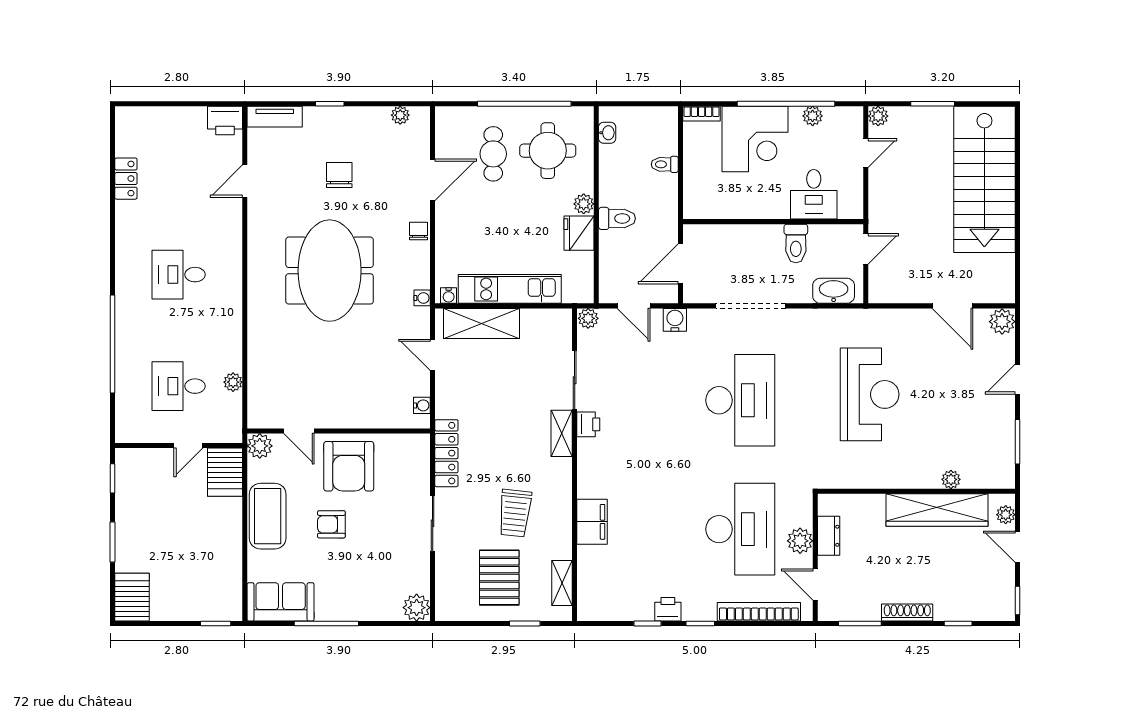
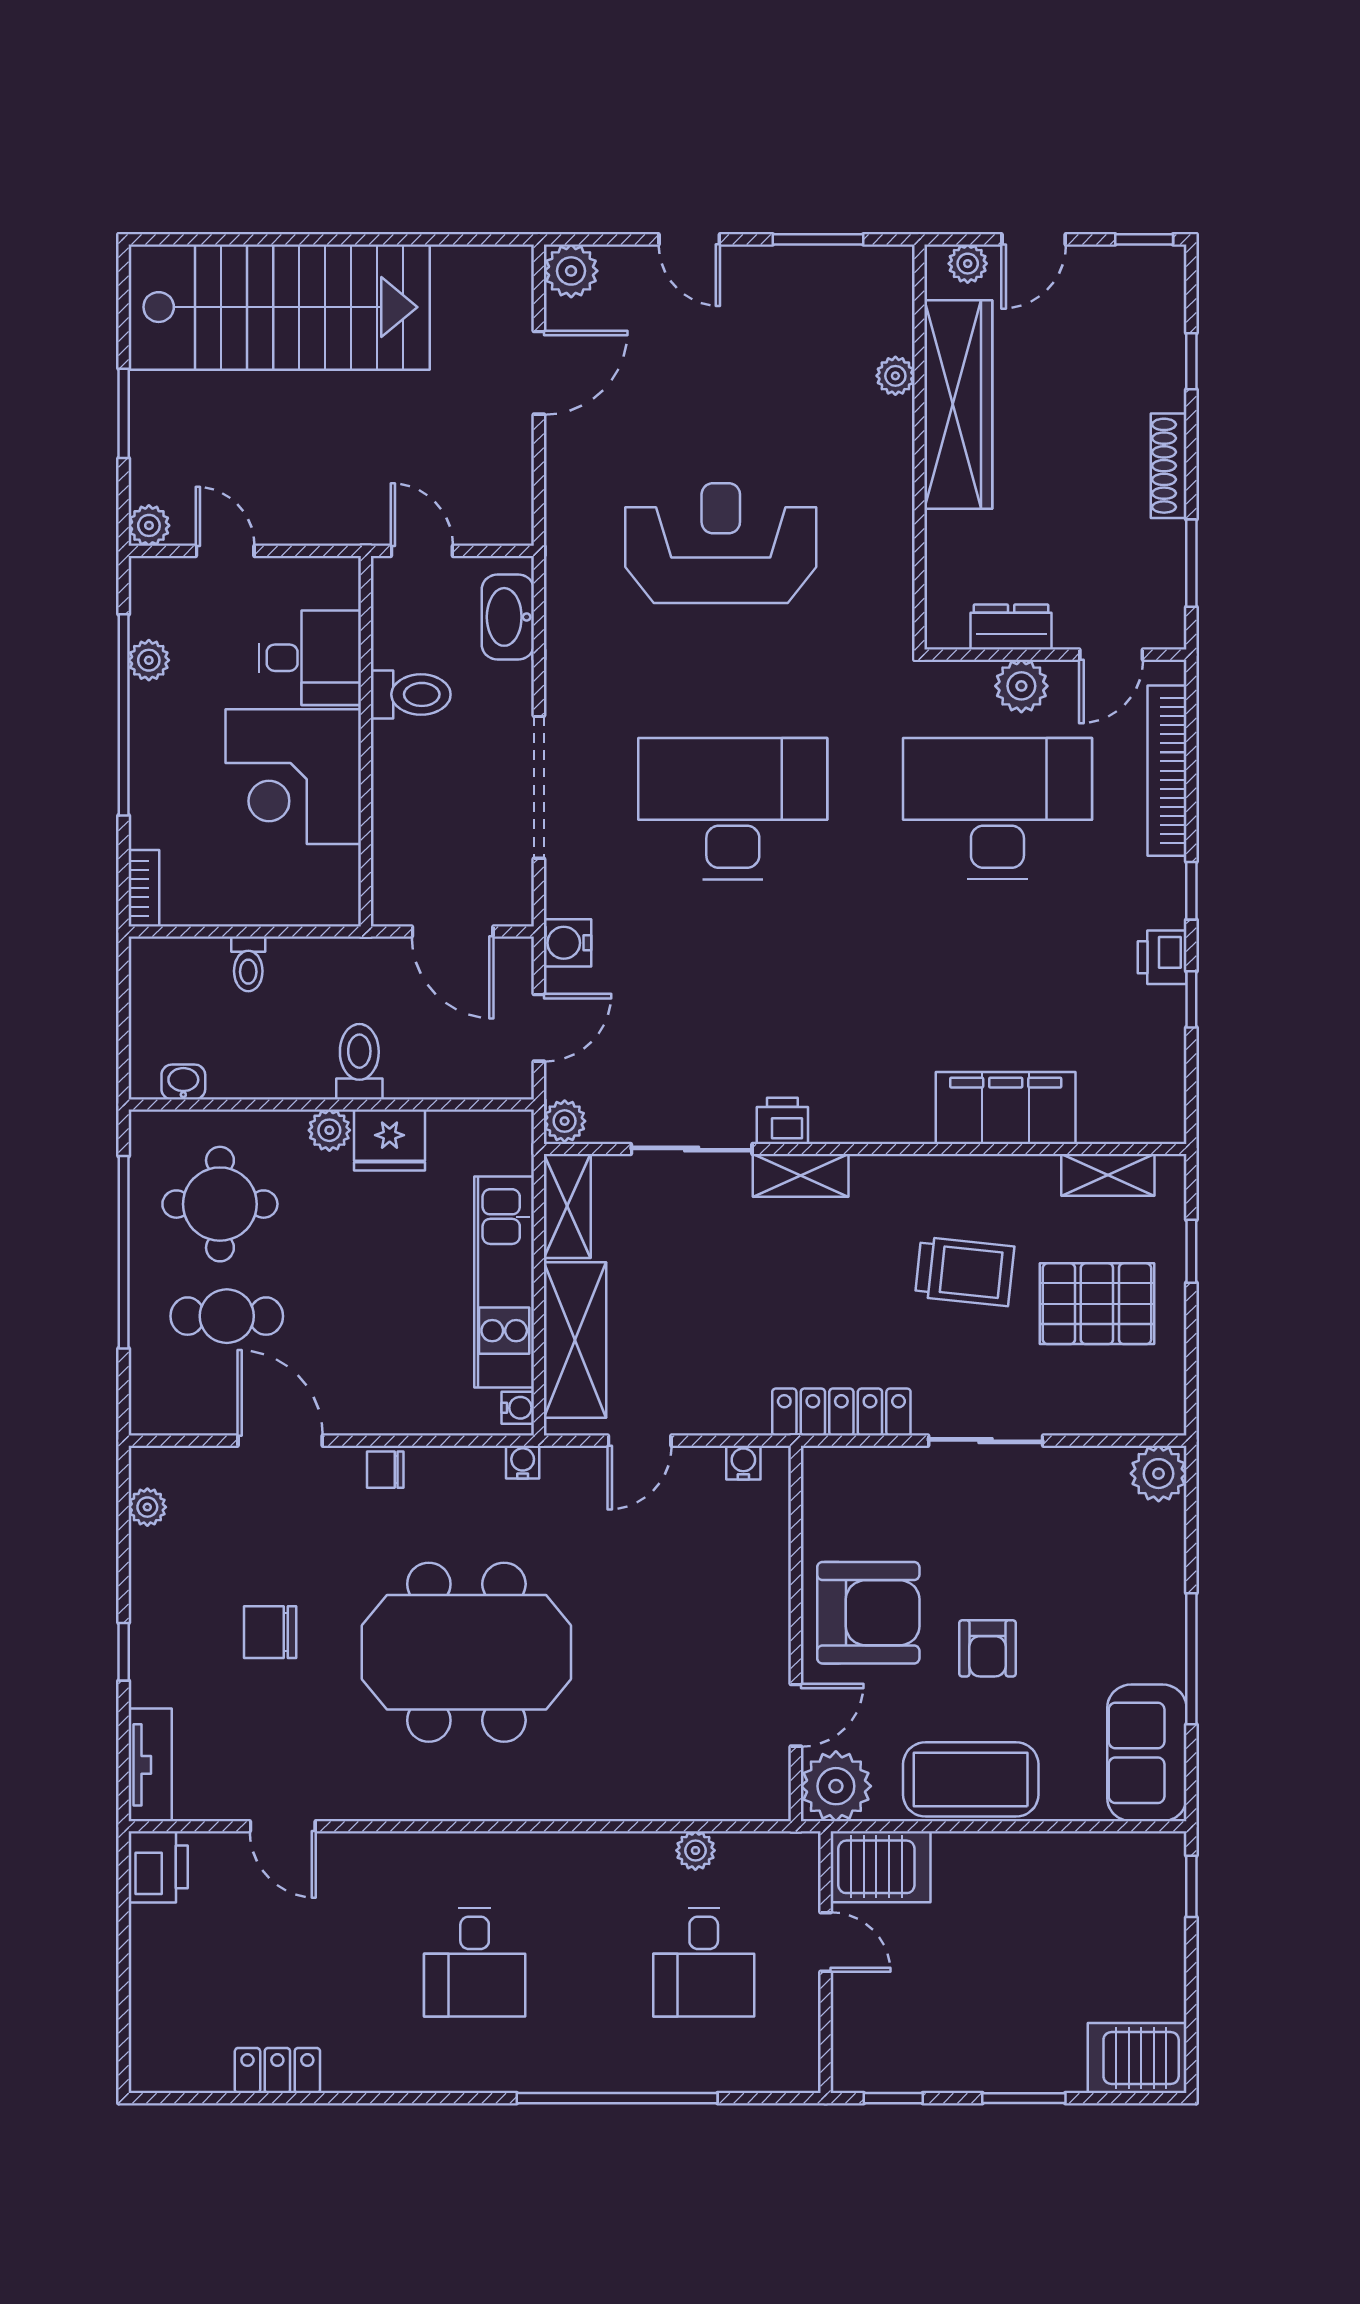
corner desk: (755, 139) -> (293, 777), moved, turned 180
shelving: (547, 320) -> (567, 1206), added
plant: (260, 446) -> (836, 1786), width x1.36, depth x1.36
filing cabinet: (592, 522) -> (1006, 1108), width x1.50, depth x1.17

